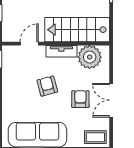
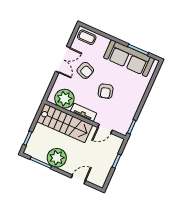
armchair: (80, 99) -> (85, 70), turned -70

